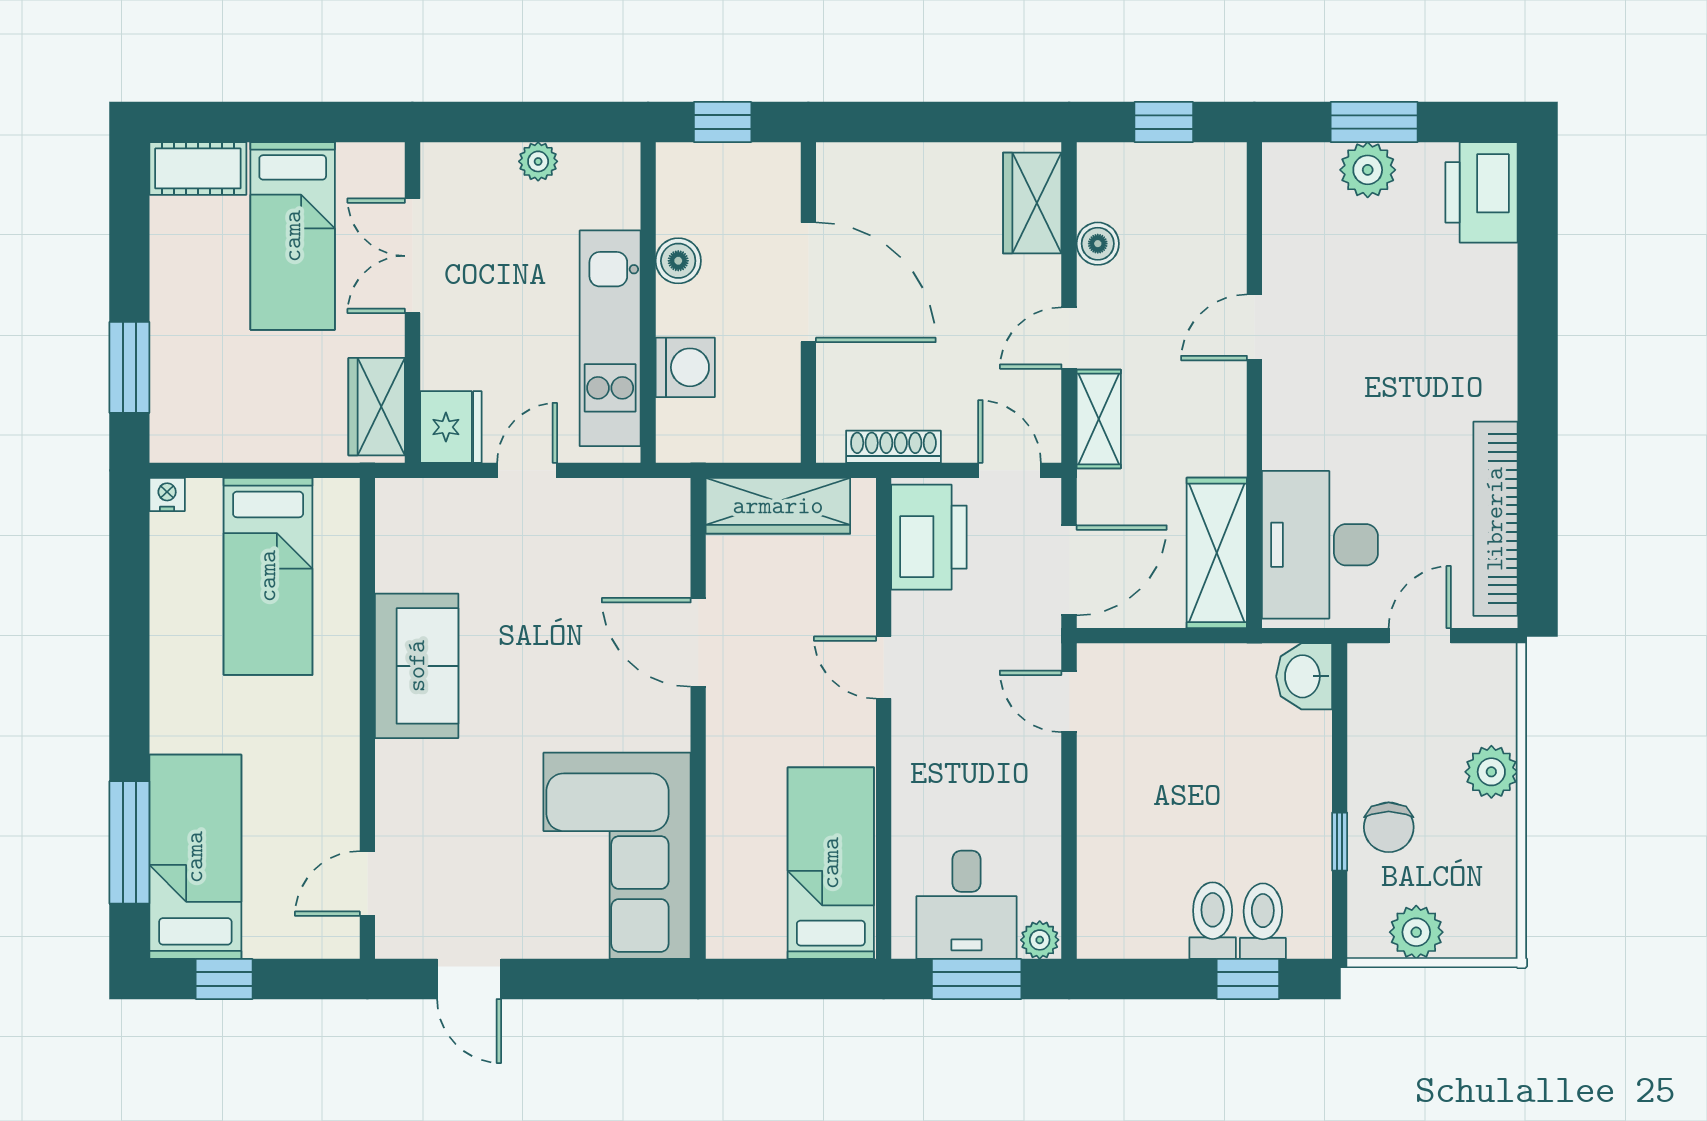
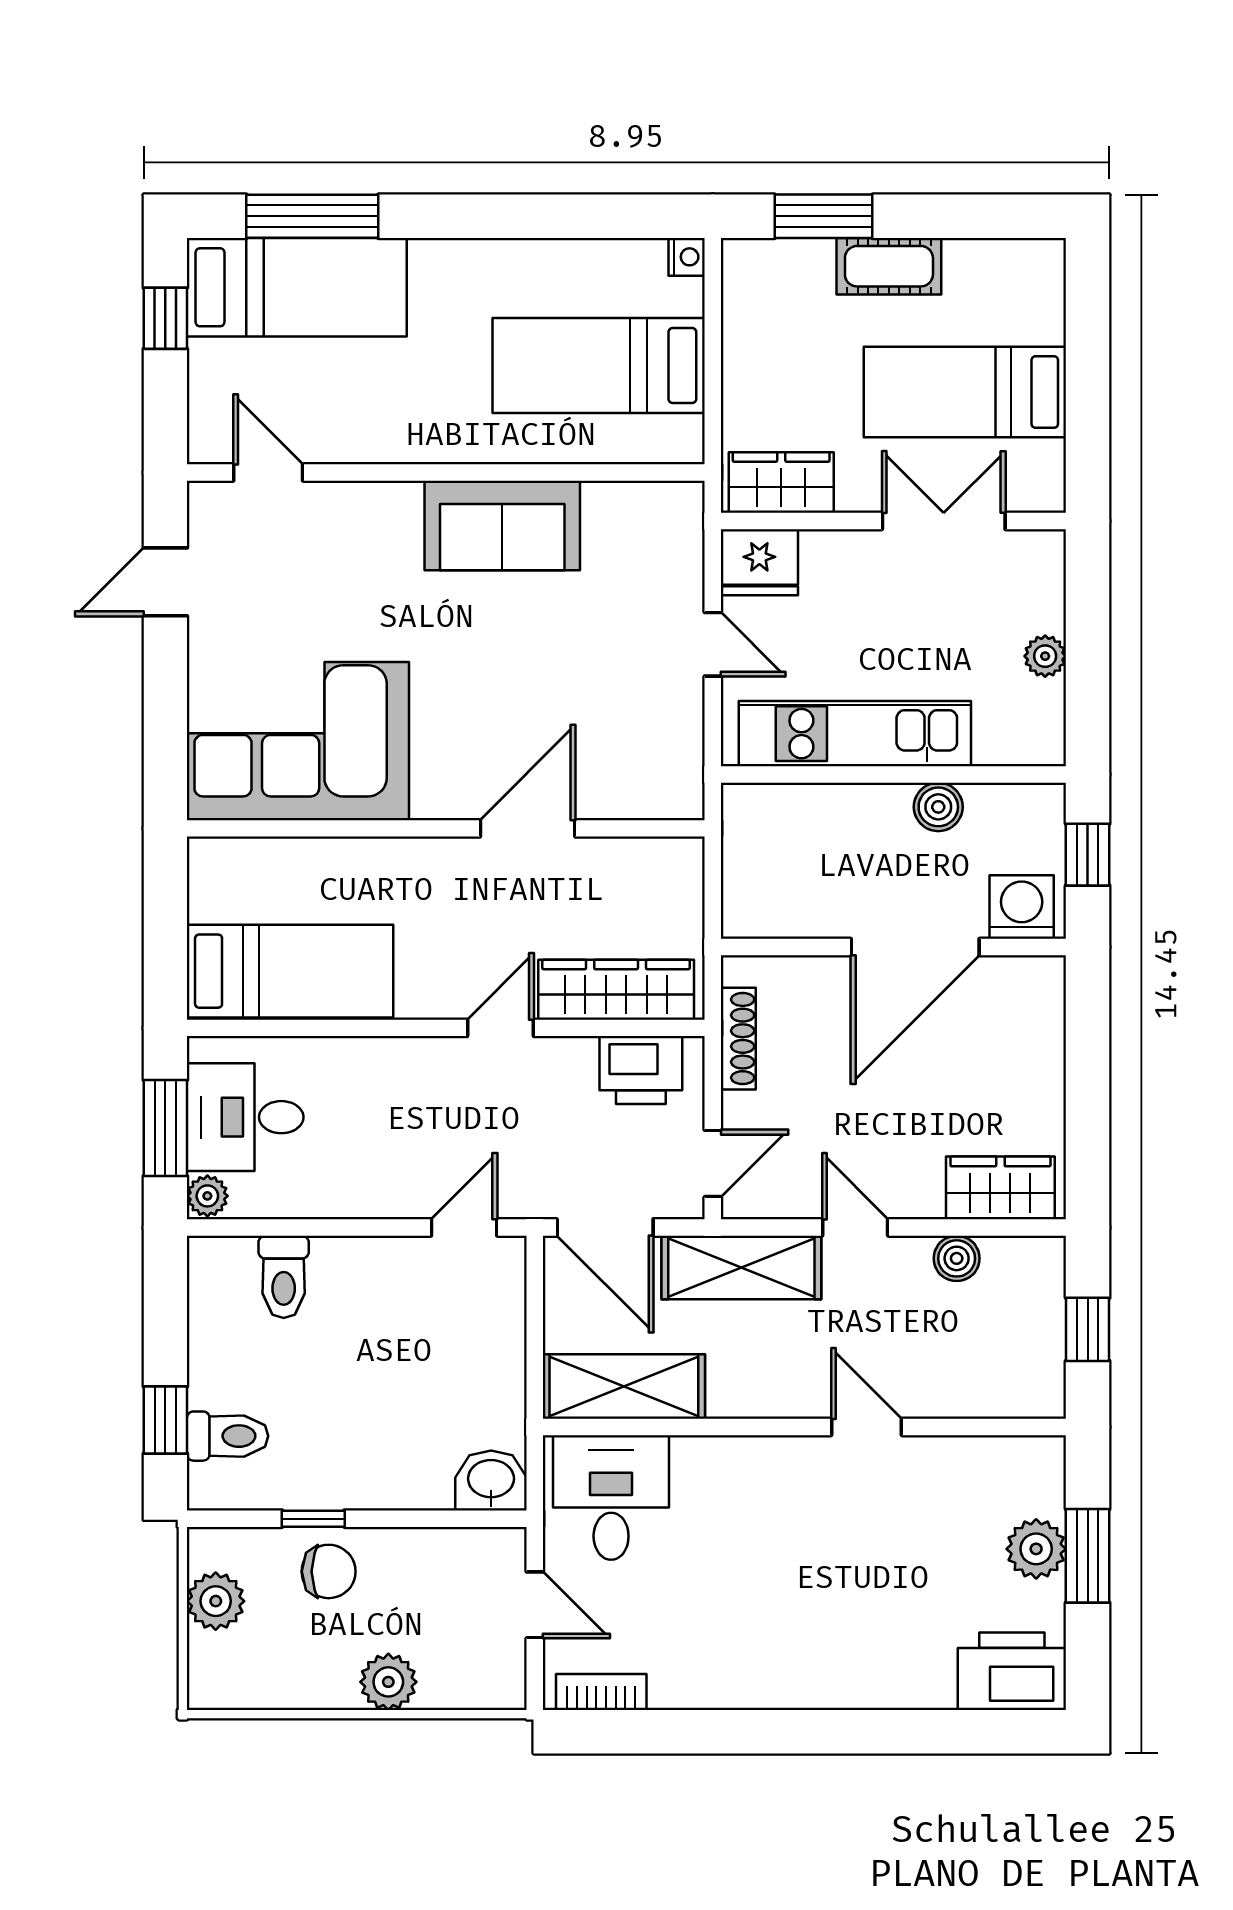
cot: (198, 168) -> (889, 266), moved, turned 90
washing machine: (685, 367) -> (1022, 907), moved, turned 180
shelving: (1099, 419) -> (741, 1267), width x1.50, depth x1.33
wardrobe: (778, 506) -> (616, 990), moved, turned 90
bookcase: (1495, 519) -> (601, 1692), width x0.43, depth x0.76
printer: (929, 537) -> (641, 1070), width x0.73, depth x0.84
desk: (1320, 545) -> (611, 1498), width x0.73
chair: (1389, 827) -> (329, 1571), turned 180
toilet: (1213, 921) -> (284, 1277), moved, turned 90

